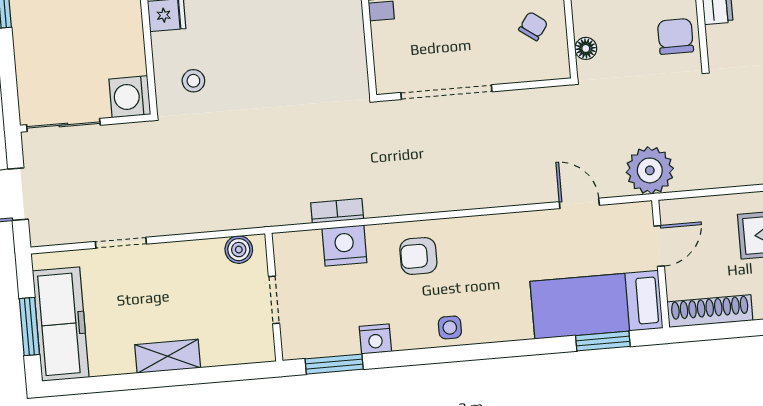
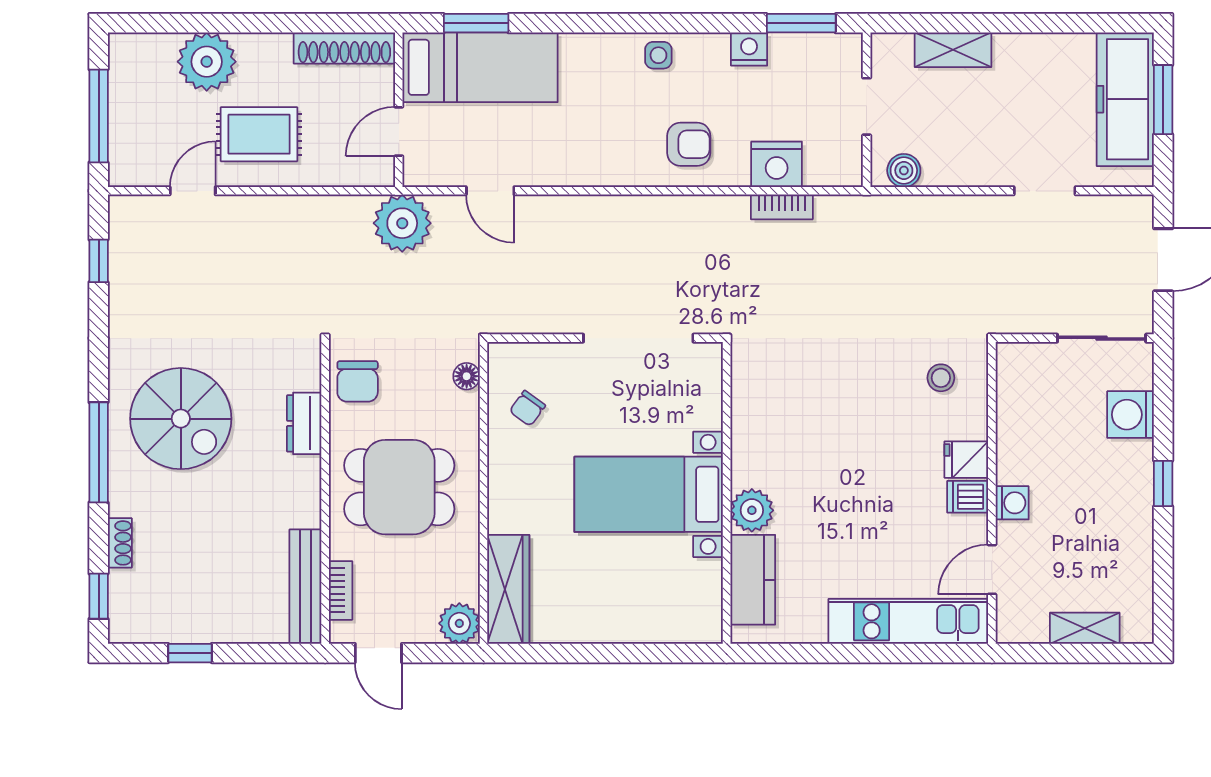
washing machine: (130, 97) -> (1131, 415), moved, turned 180
shelving: (168, 356) -> (953, 50), moved

